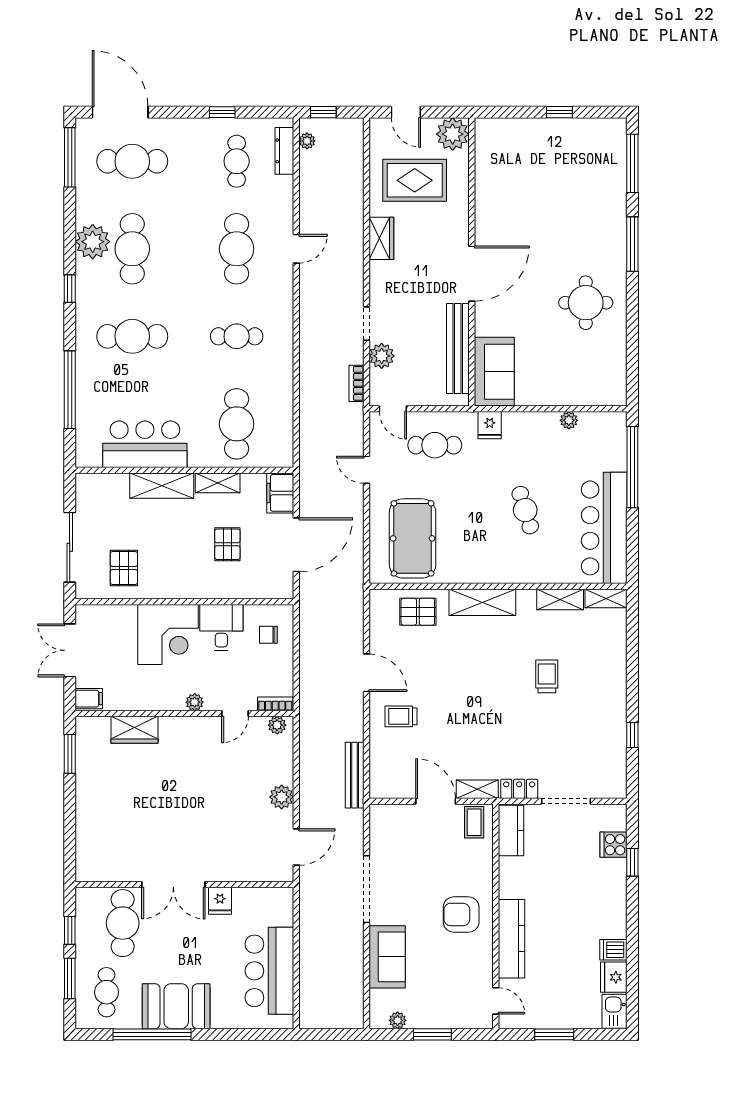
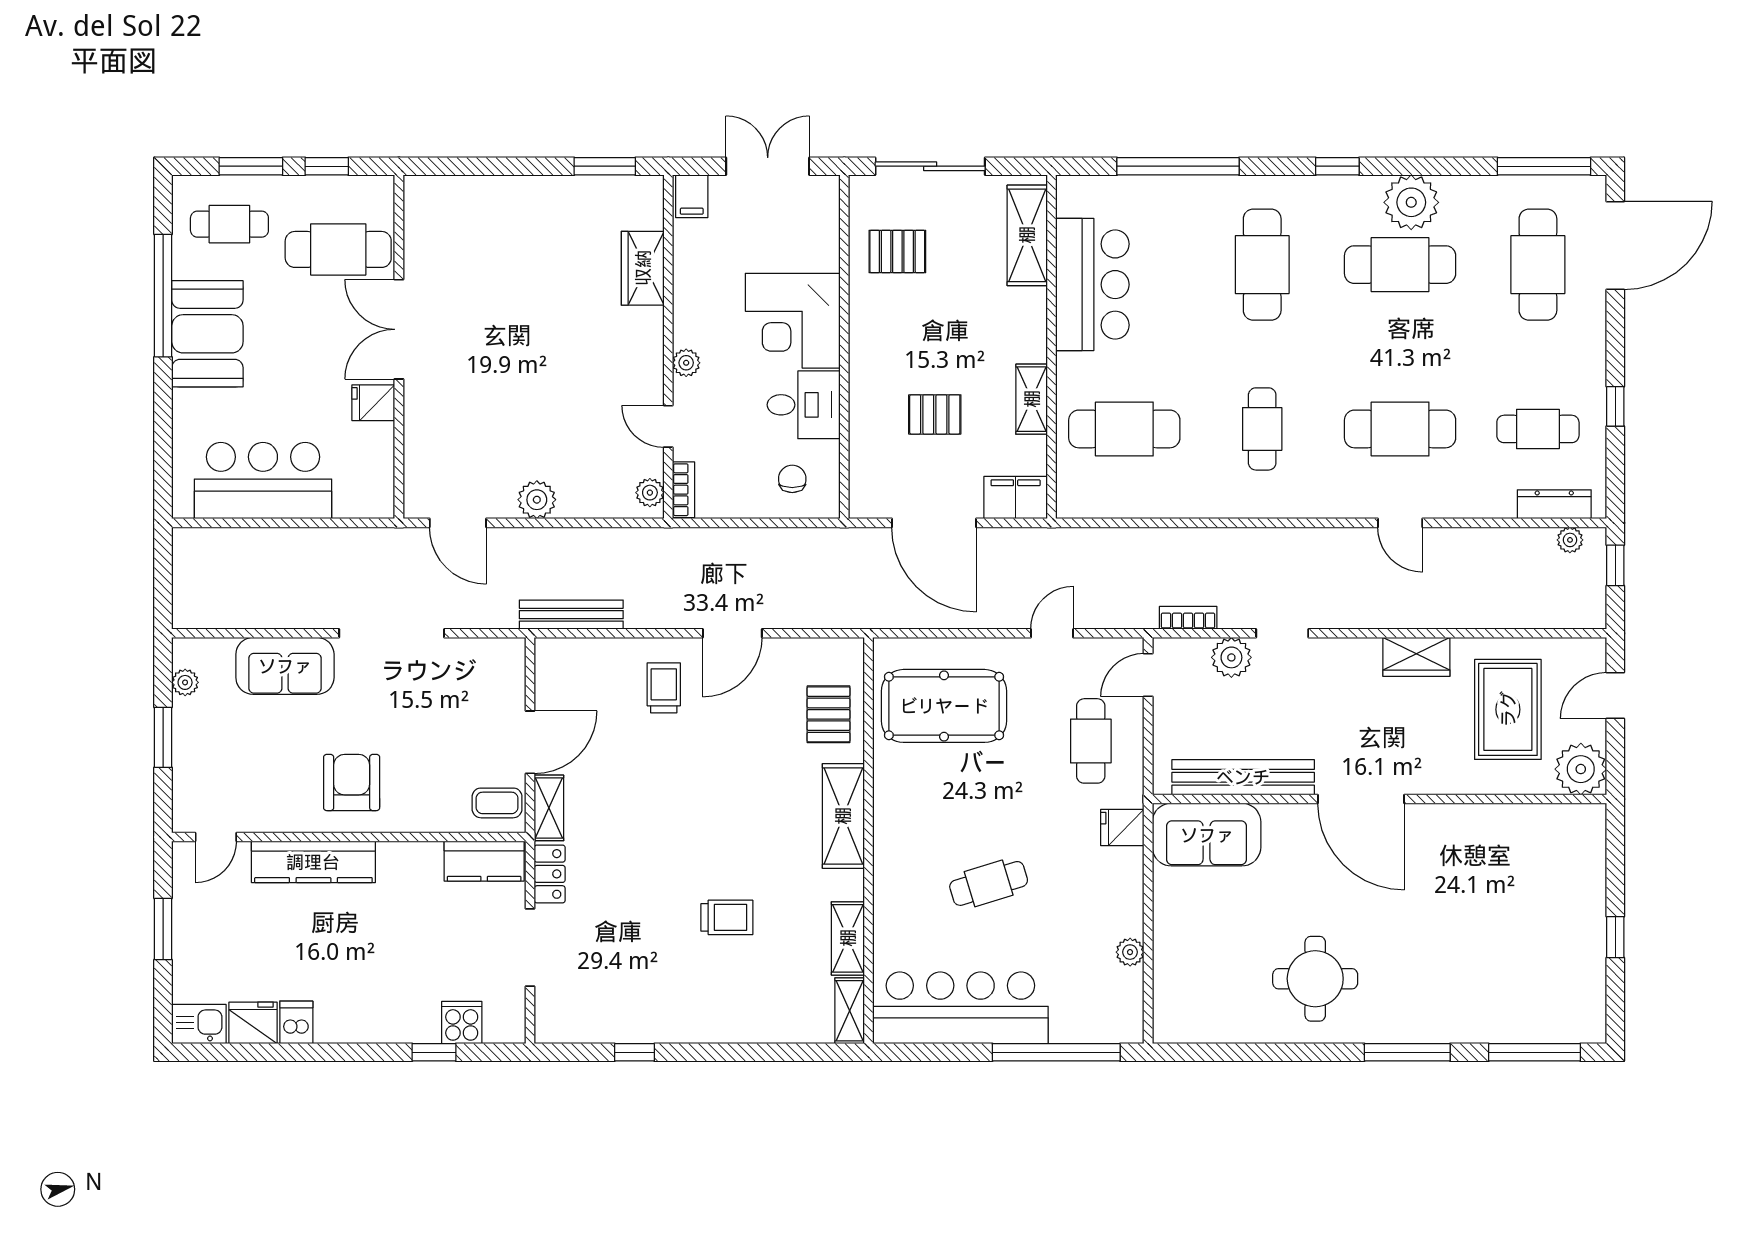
shelving: (162, 486) -> (1027, 235), moved

